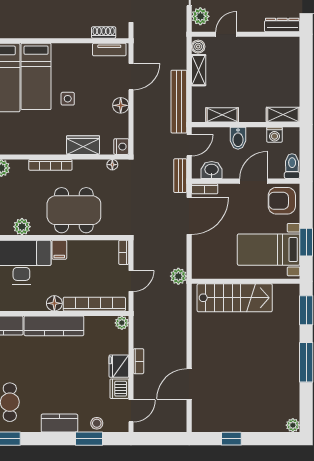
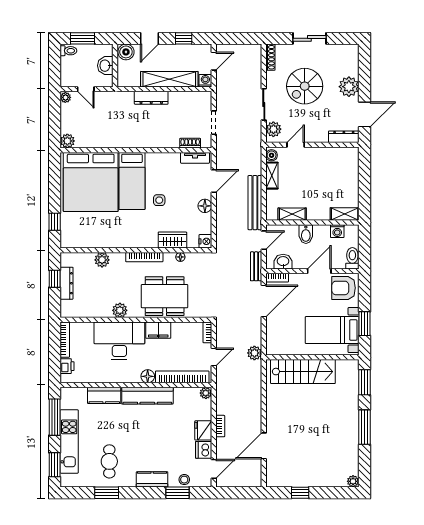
floor lamp: (112, 165) -> (180, 257), moved
filing cabinet: (59, 250) -> (158, 330), width x2.00

